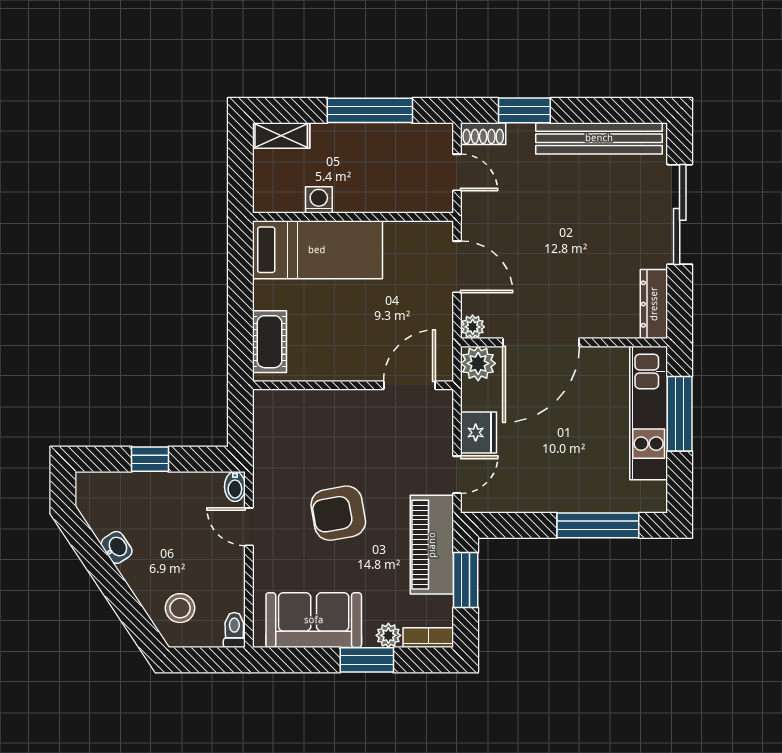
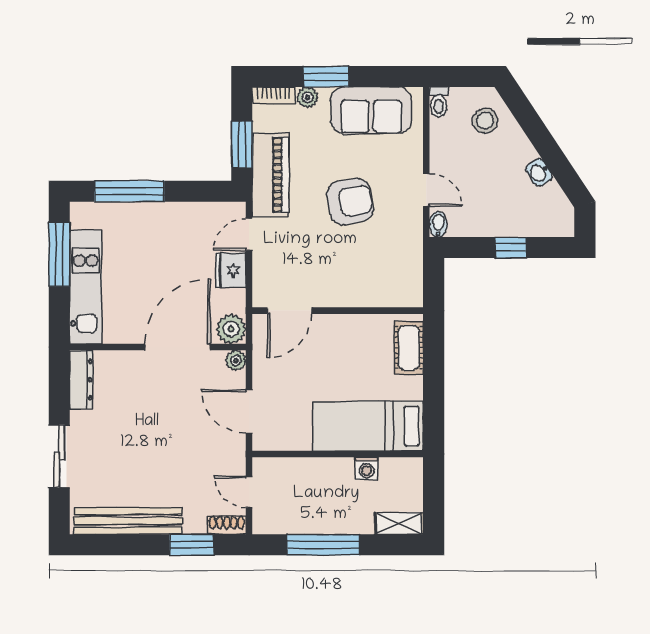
sliding door: (680, 214) -> (59, 456), width x0.73
window: (680, 414) -> (59, 254), moved

